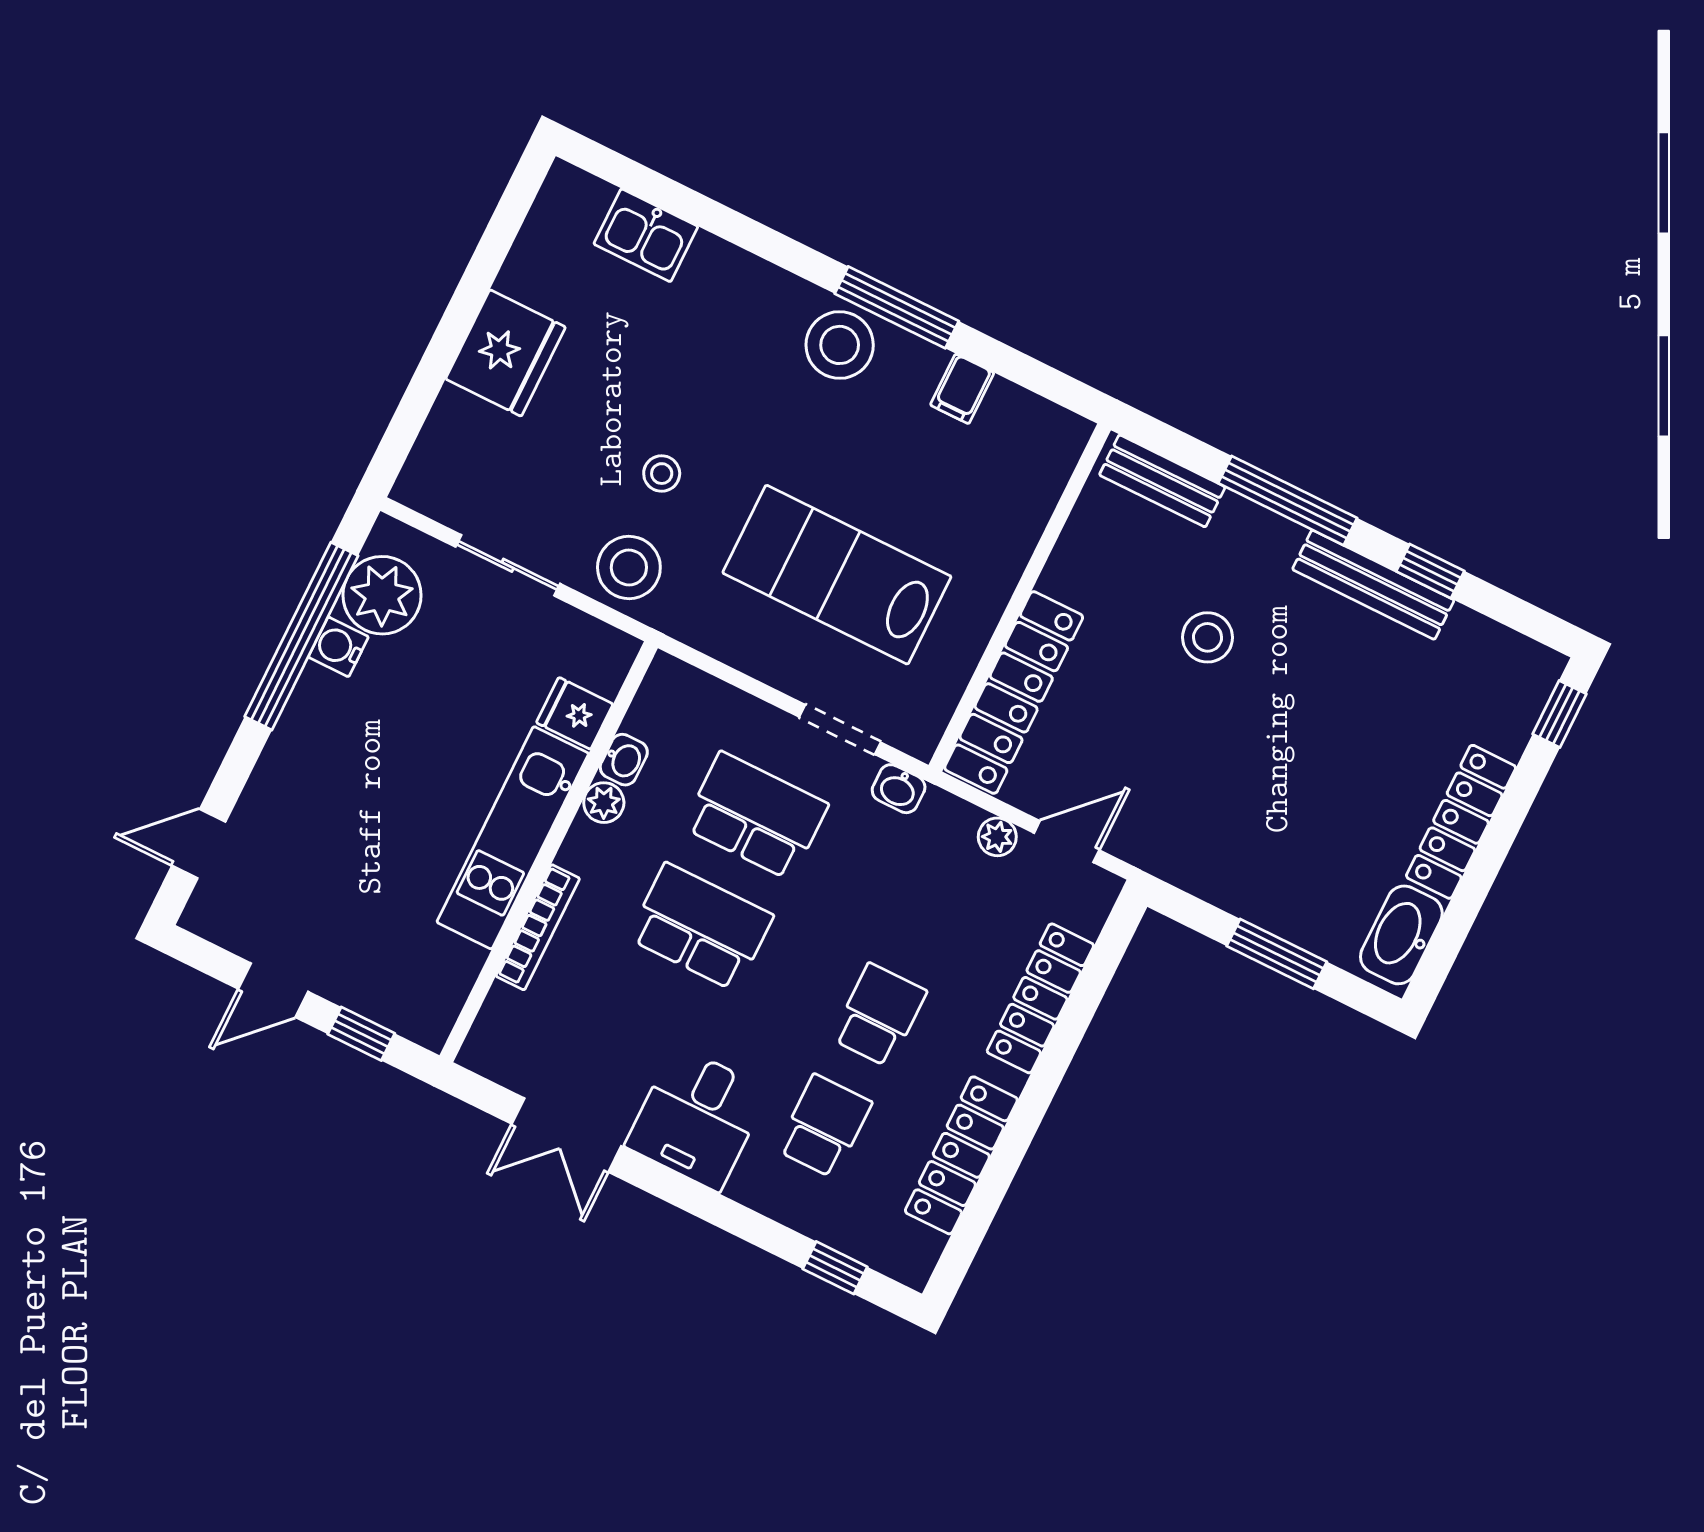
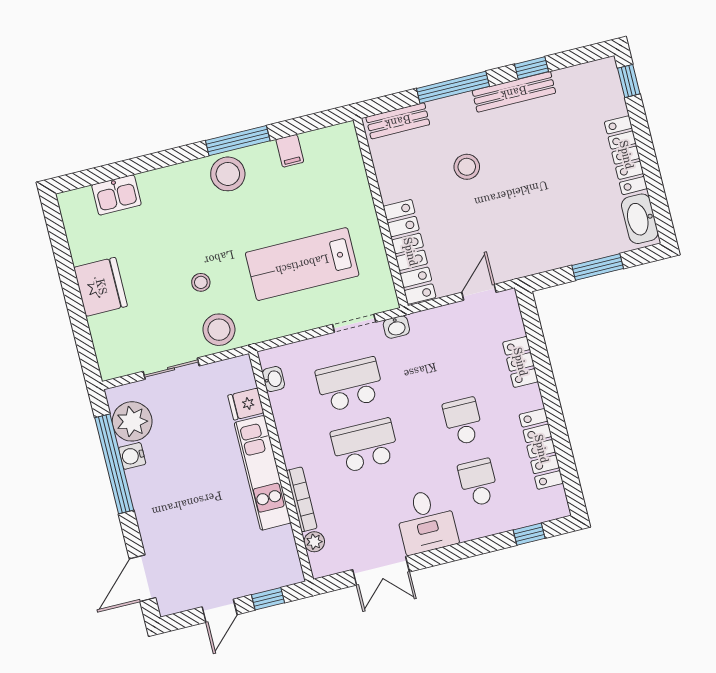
washbasin: (624, 760) -> (273, 379), moved
plant: (604, 803) -> (314, 542), moved
plant: (997, 837) -> (451, 313), removed
door: (199, 844) -> (143, 578), width x1.38
locker: (1040, 998) -> (520, 362), width x0.66

